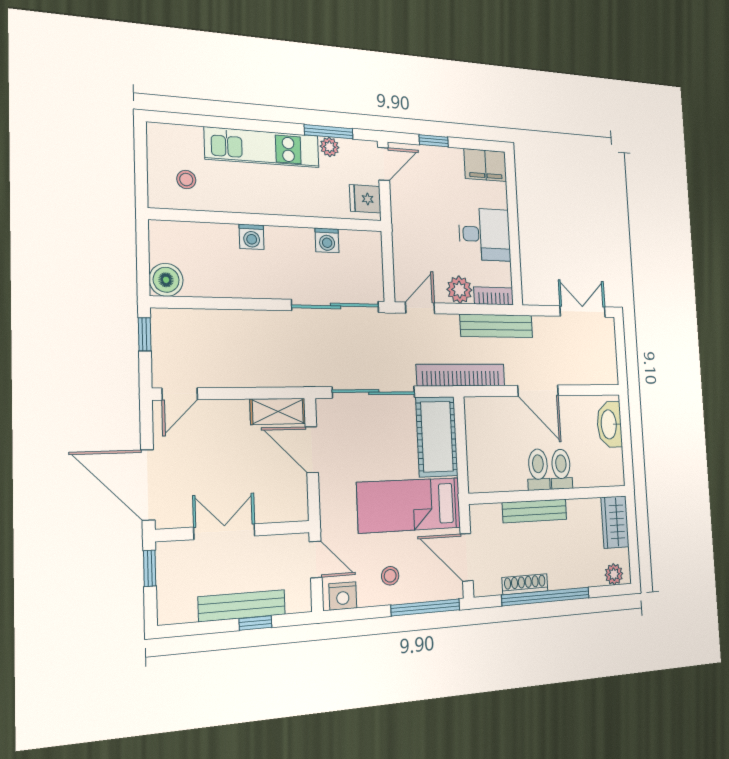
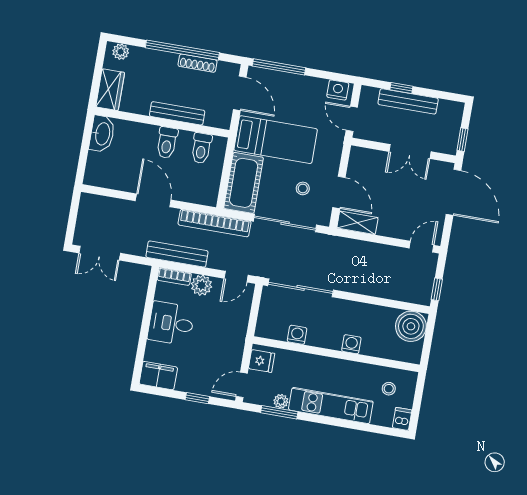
dishwasher: (158, 138) -> (402, 419), added
boiler: (166, 280) -> (411, 326), width x1.37, depth x1.37
washbasin: (609, 424) -> (102, 134), moved
toilet: (561, 469) -> (201, 148), moved
stool: (390, 576) -> (303, 188), moved

